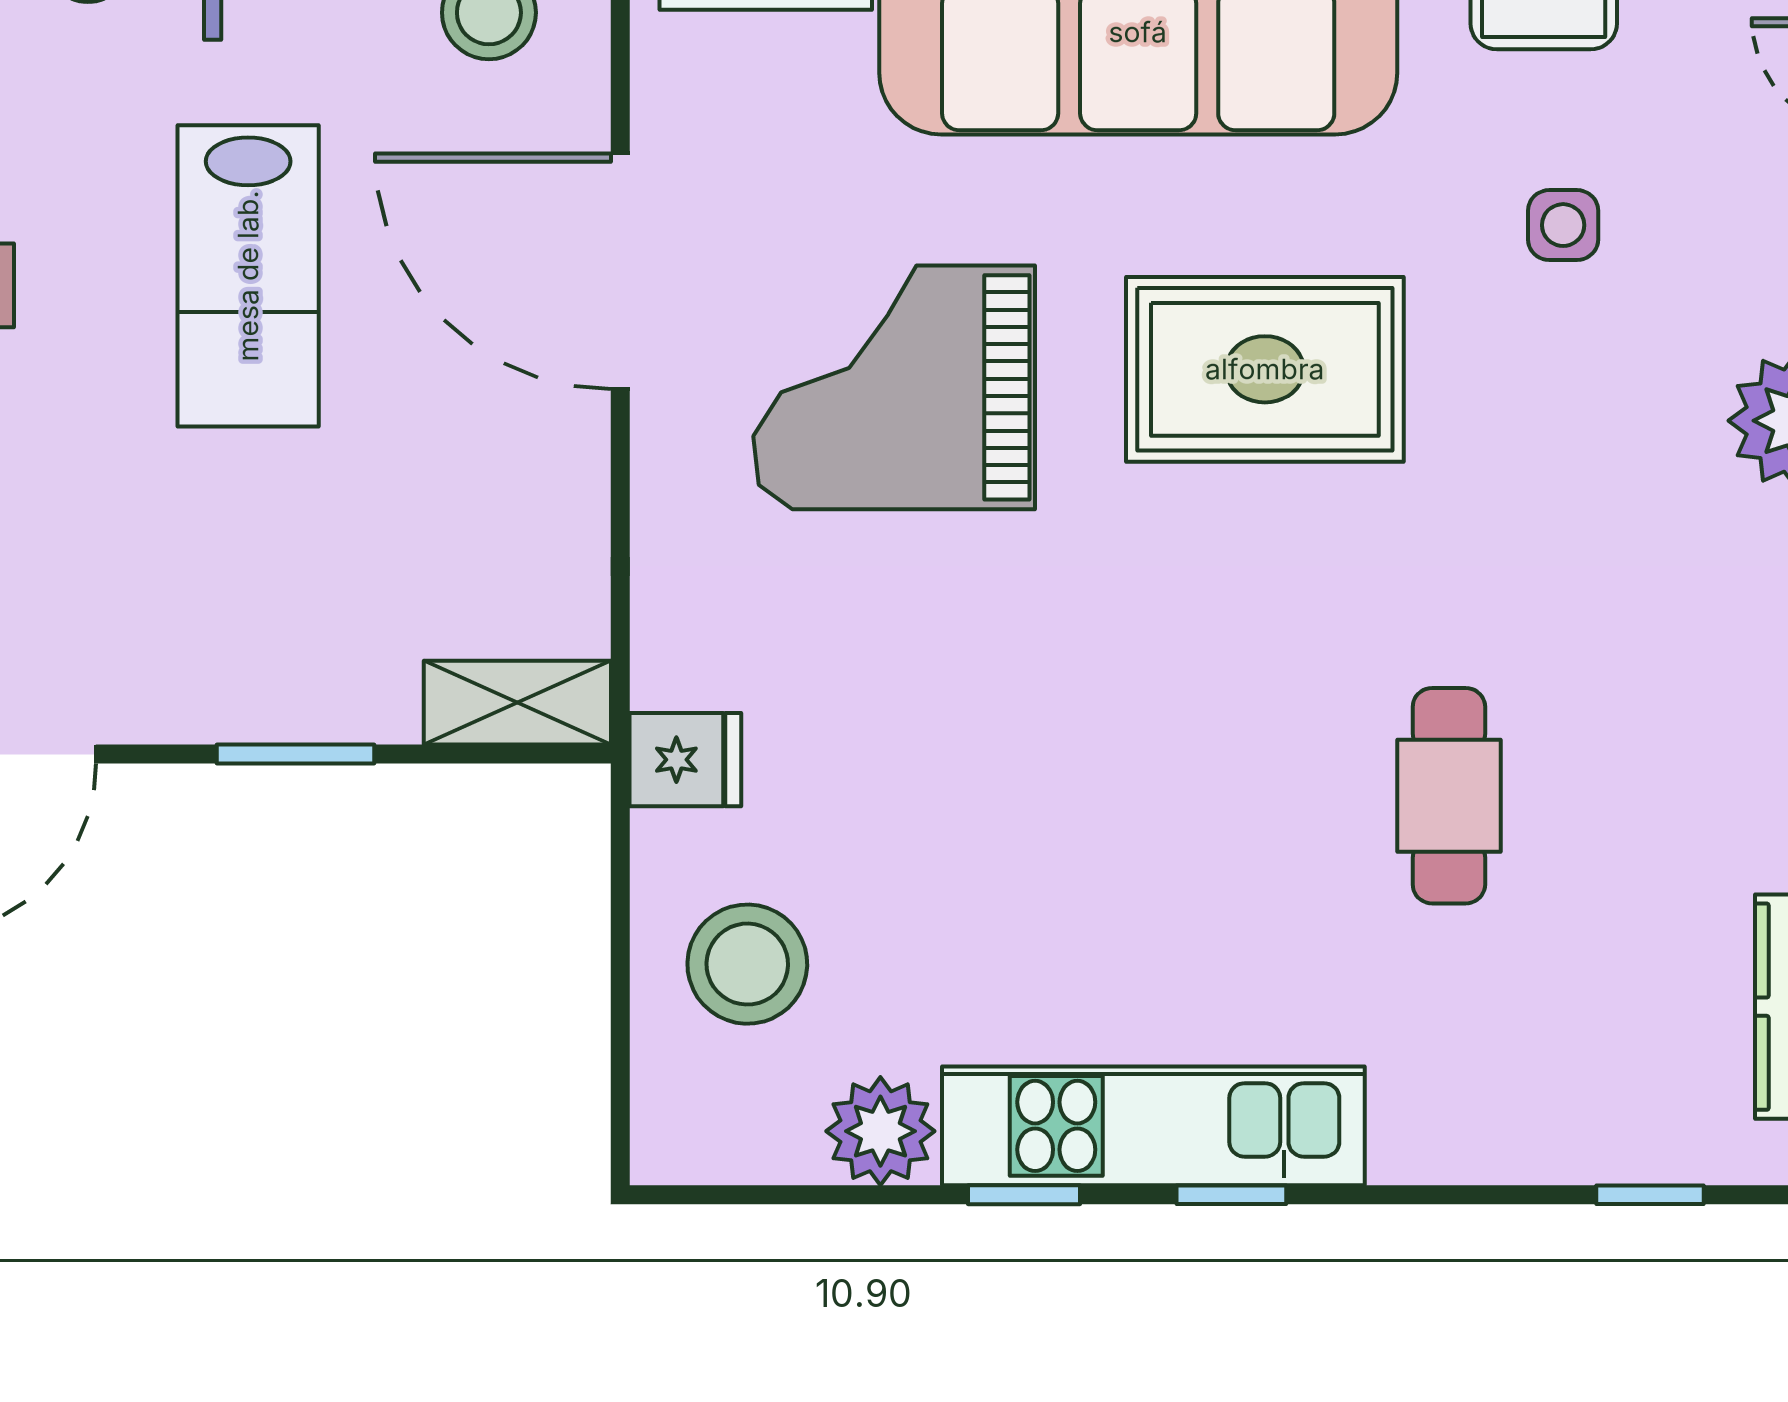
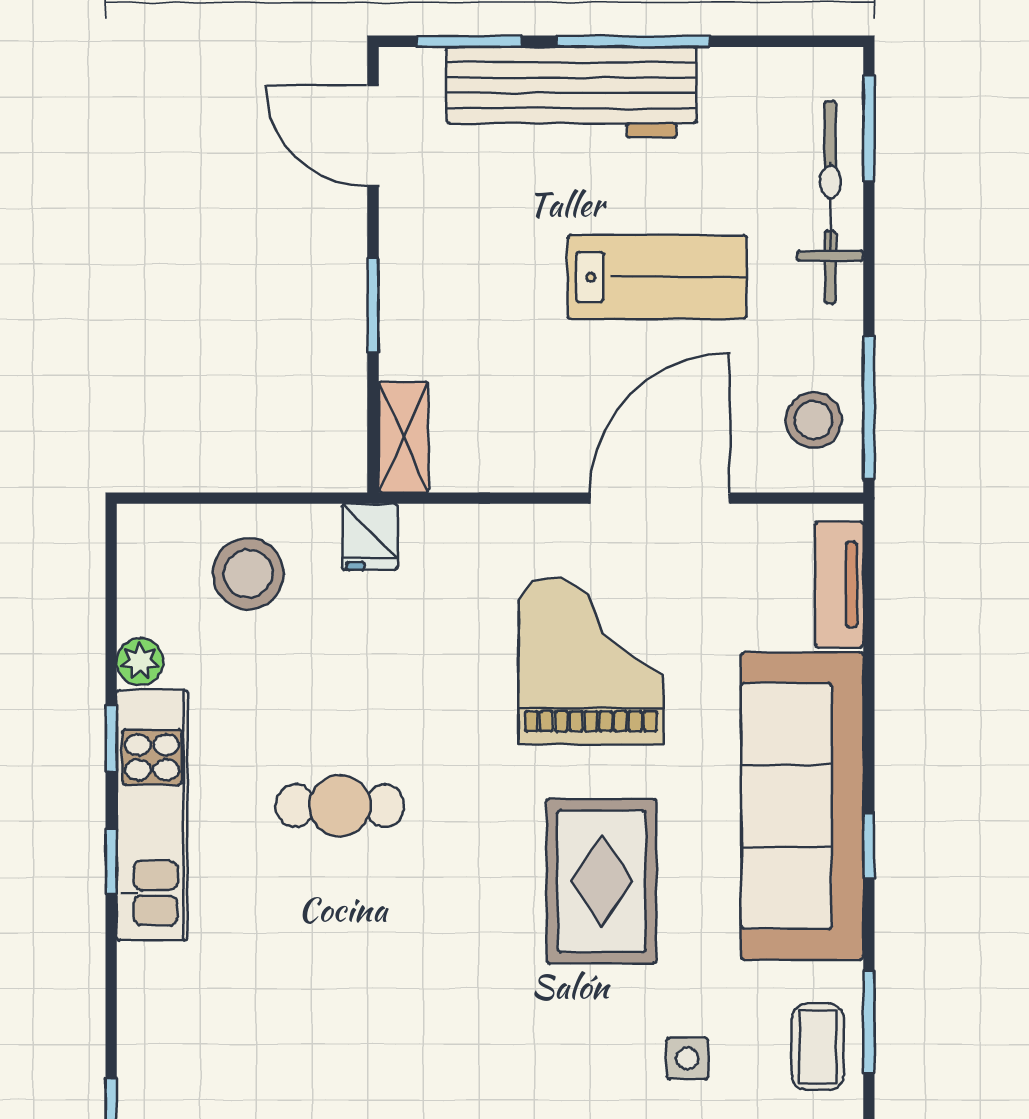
lab bench: (248, 276) -> (657, 277), turned 180
cafe table: (1449, 796) -> (340, 806), moved
plant: (880, 1131) -> (140, 662), width x0.73, depth x0.73

